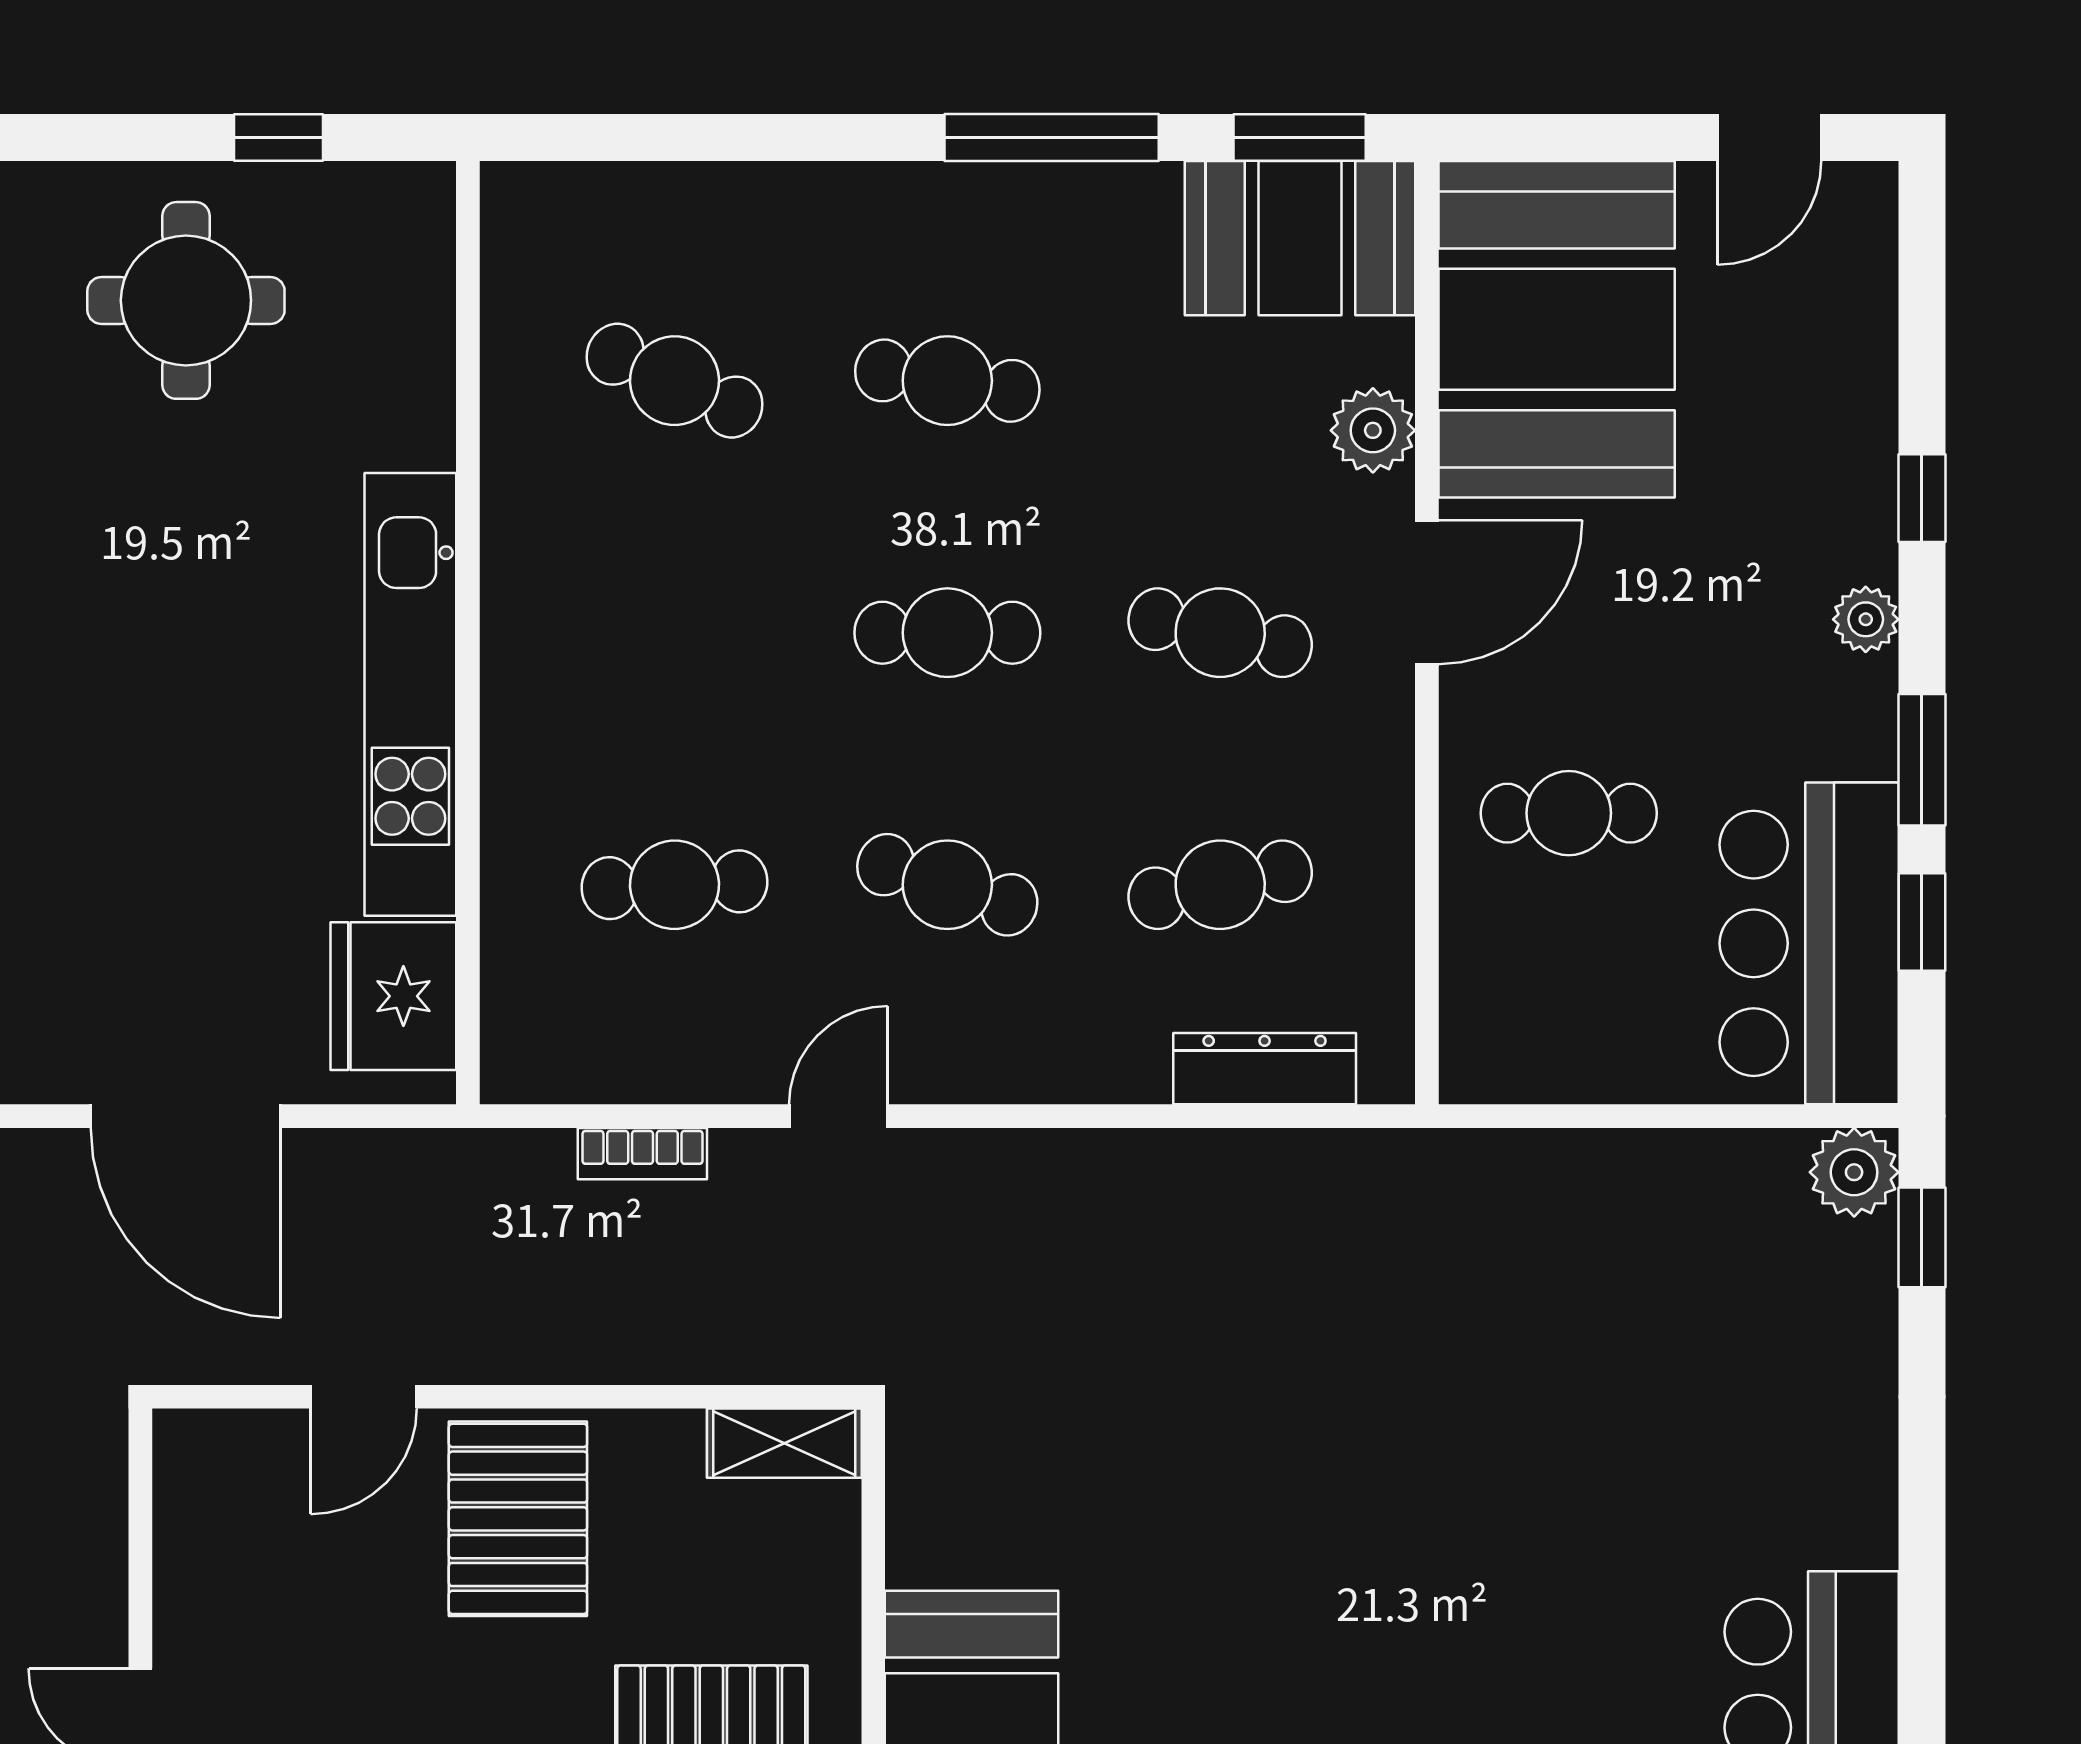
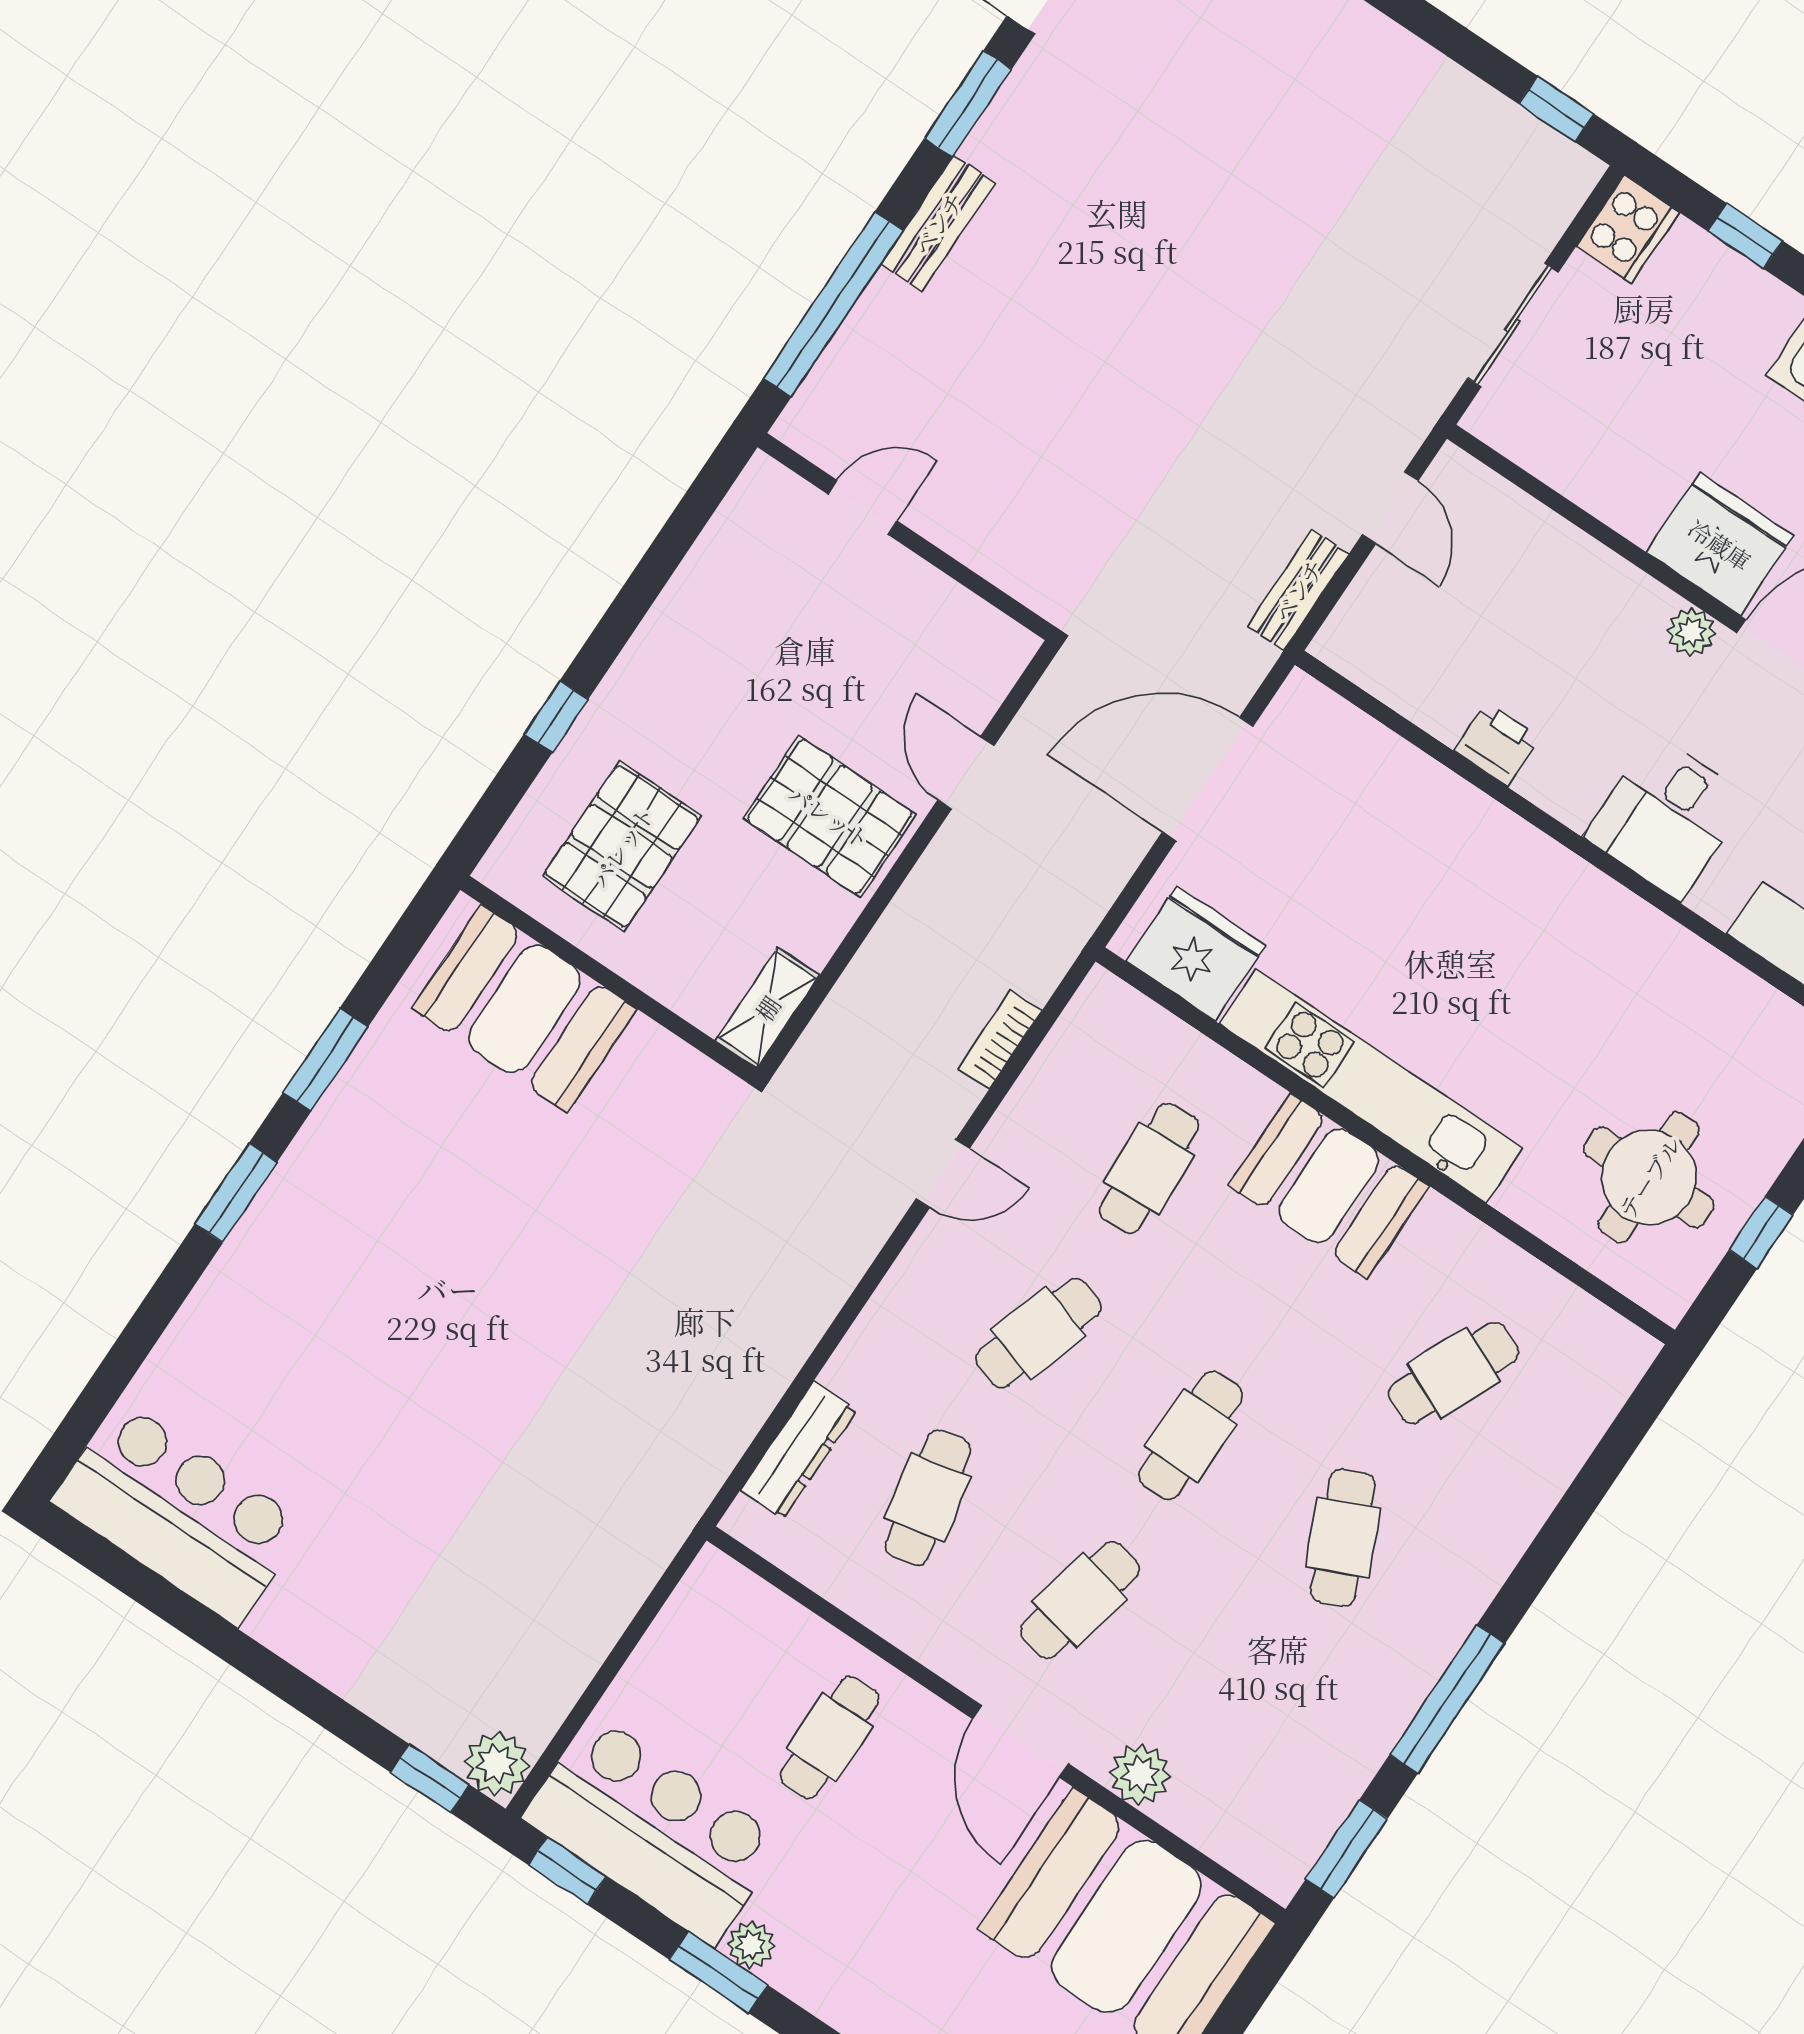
booth: (1300, 238) -> (1329, 1186), moved, turned 90
round table: (186, 300) -> (1649, 1177), moved
cafe table: (947, 381) -> (1343, 1538), turned -33
plant: (1866, 619) -> (751, 1945), moved
window: (1922, 922) -> (567, 1871), moved
door: (838, 1116) -> (943, 1173), hinge flipped

